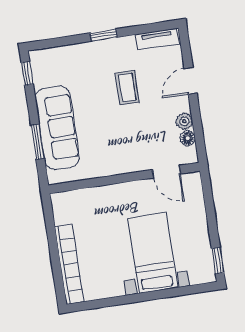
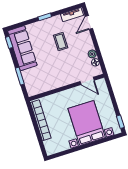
door: (191, 81) -> (89, 22), moved
sofa: (57, 128) -> (22, 48), moved
bed with nightstands: (152, 253) -> (87, 123), width x1.36
bookcase: (69, 264) -> (41, 120), moved

